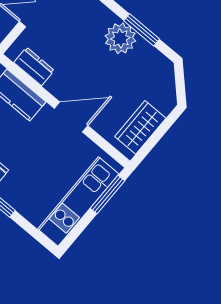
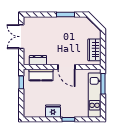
plant: (120, 38) -> (60, 24), removed
door: (71, 117) -> (67, 67), swing flipped

